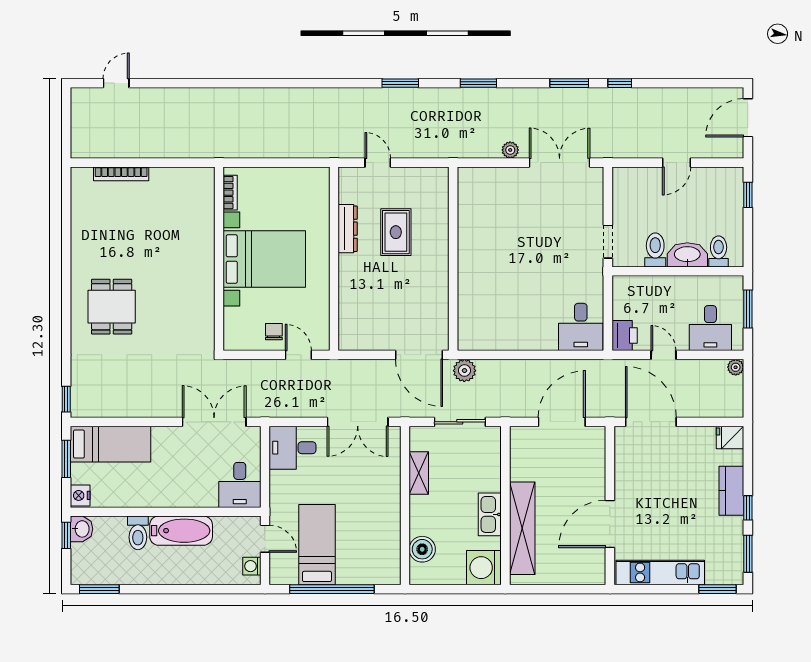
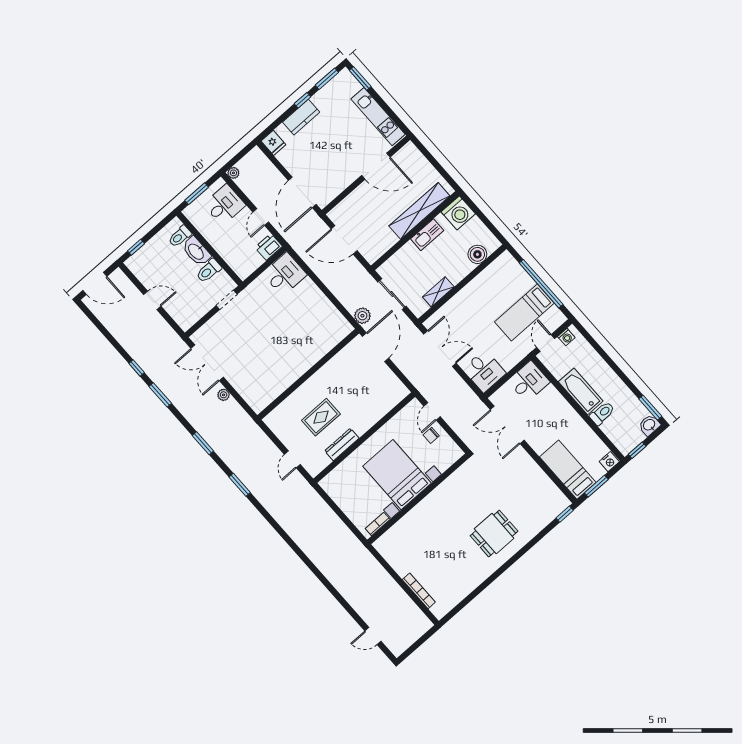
washbasin: (82, 529) -> (649, 425), moved

